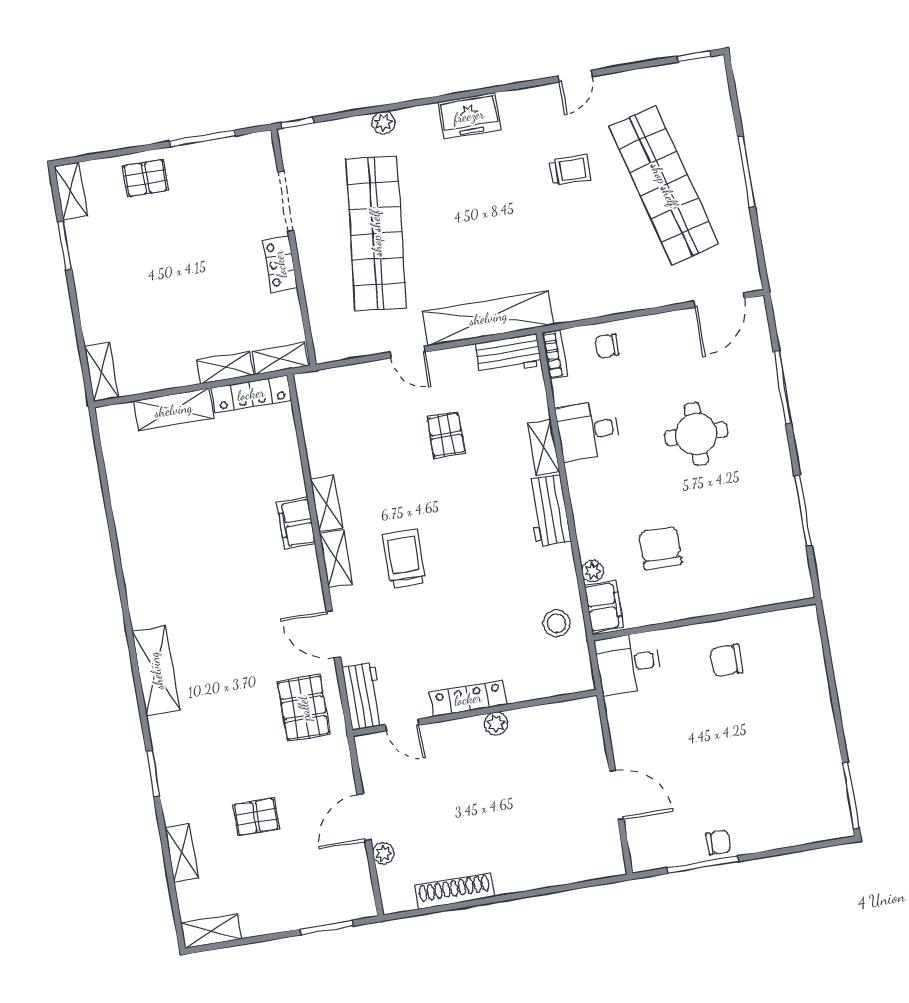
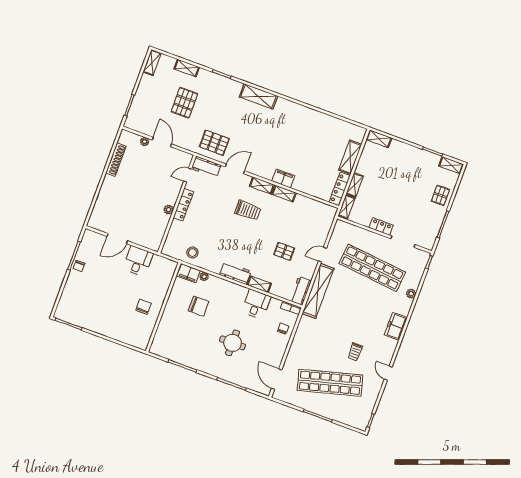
desk: (628, 663) -> (138, 261), moved
pallet: (256, 817) -> (184, 103), width x1.50, depth x1.42

